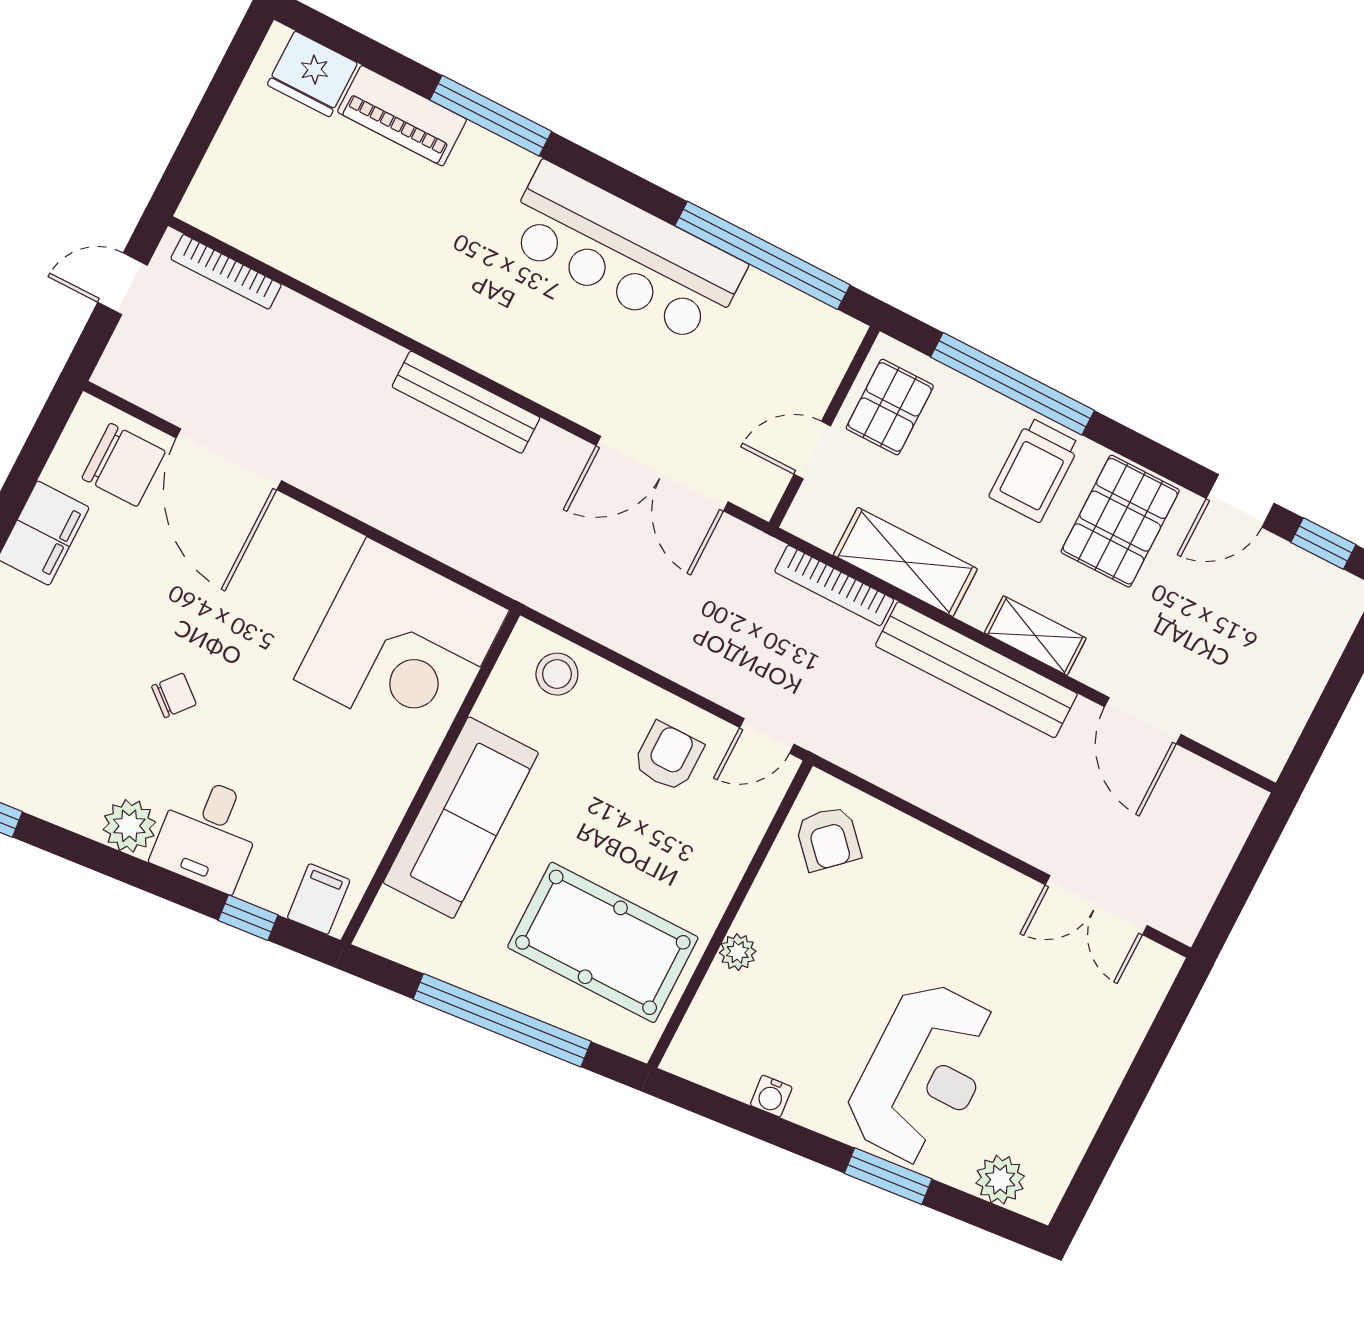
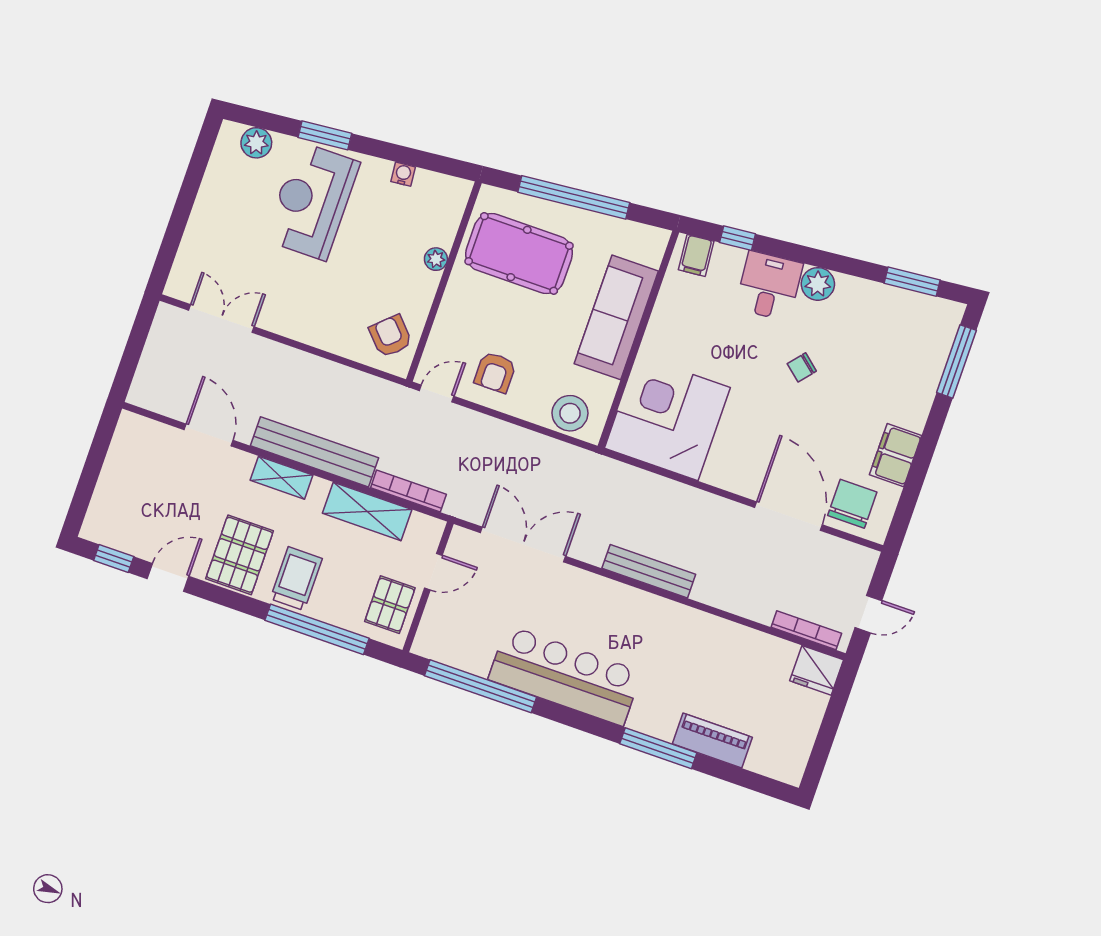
fridge: (312, 74) -> (817, 670), moved, turned 180
chair: (124, 465) -> (852, 504), turned 90
stool: (557, 674) -> (570, 413), width x1.38, depth x1.38

